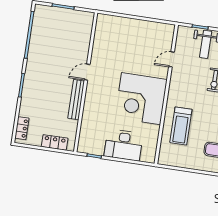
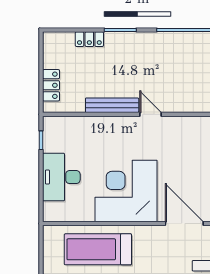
door: (171, 59) -> (184, 224), width x1.87
treadmill: (181, 126) -> (98, 249), width x1.37, depth x1.38
locker: (22, 128) -> (89, 39), moved

